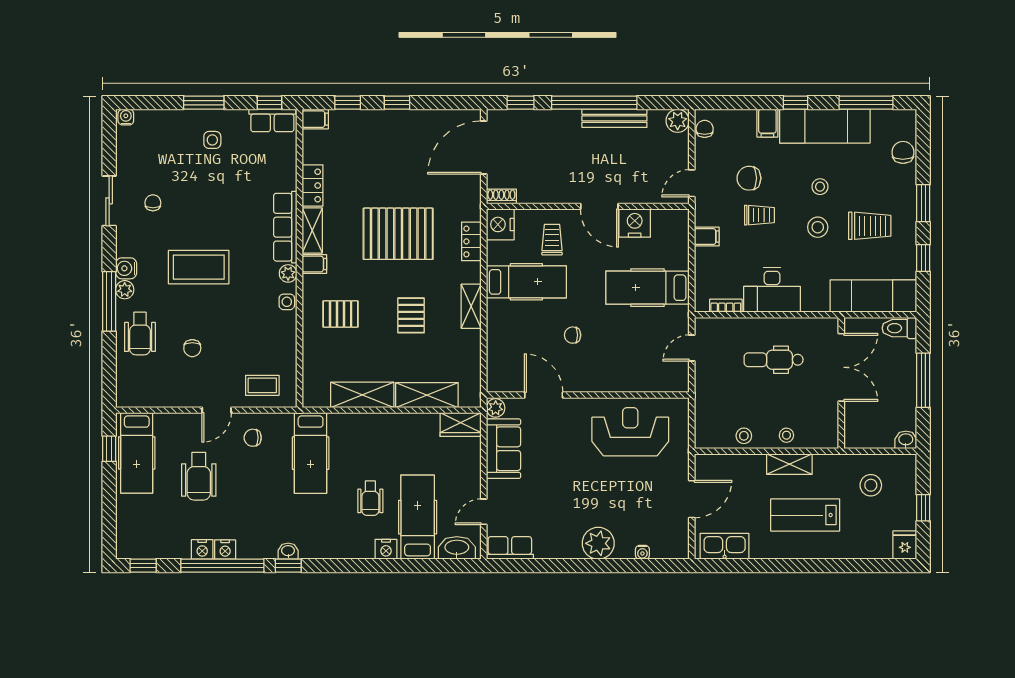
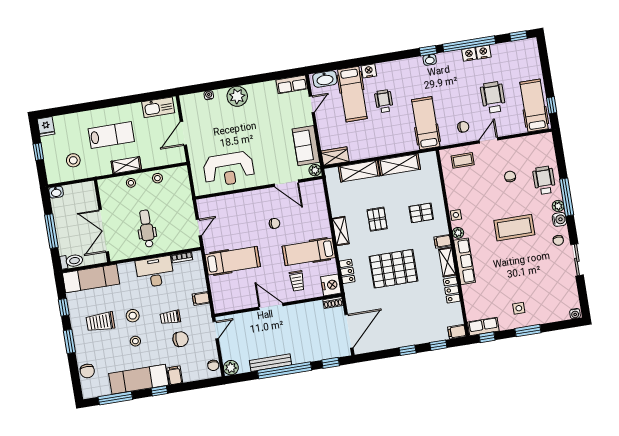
chair: (153, 203) -> (558, 240), moved
nightstand: (635, 223) -> (247, 300), removed
dental chair: (774, 360) -> (147, 229), turned -90

